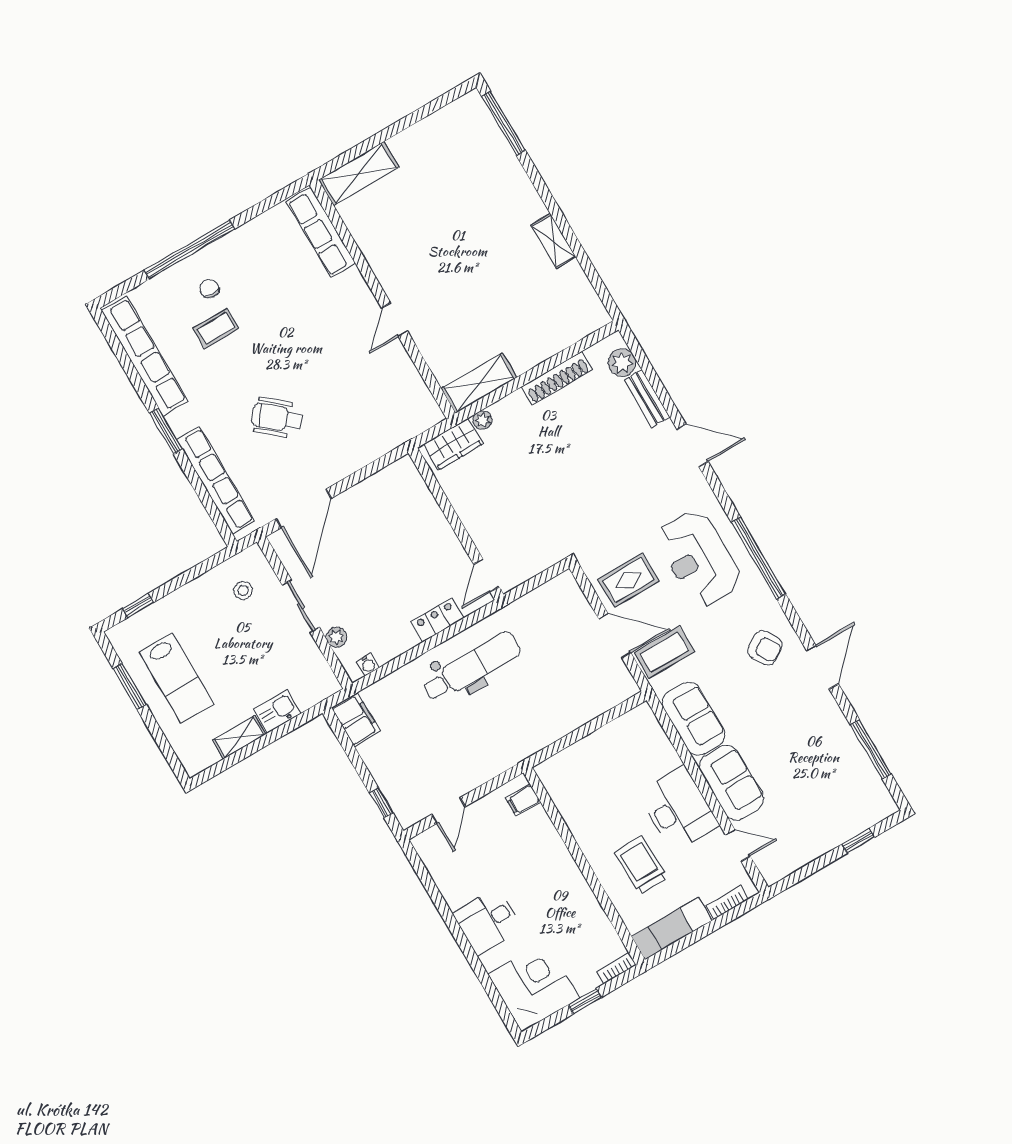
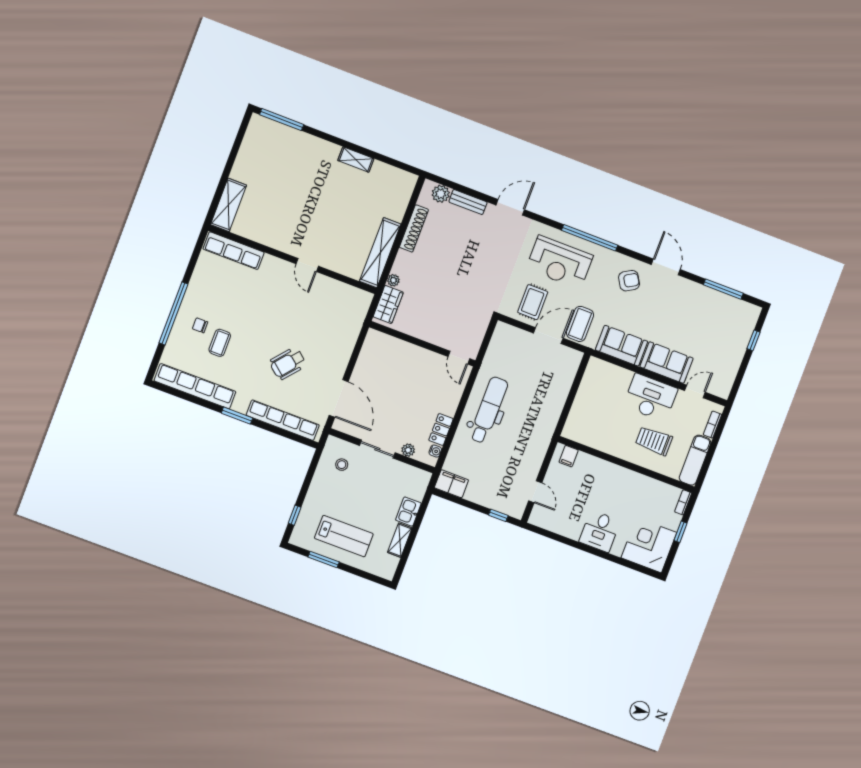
shelving: (479, 383) -> (380, 253), width x1.47
locker: (437, 620) -> (441, 430), moved

